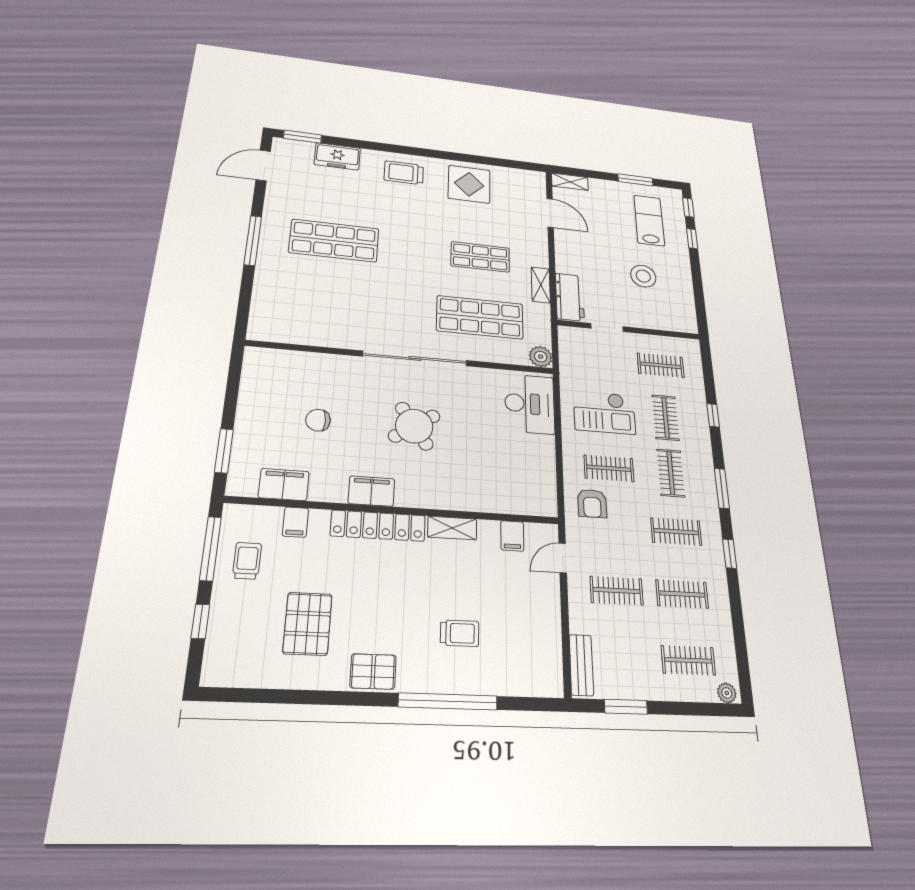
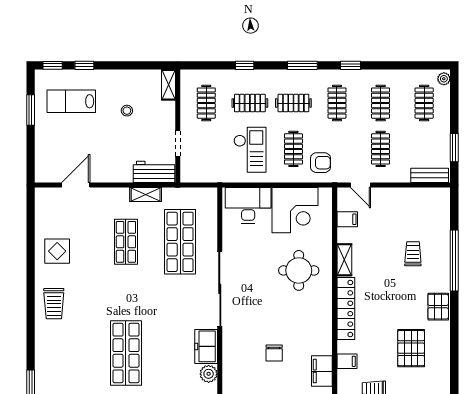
freezer: (337, 156) -> (206, 346), moved, turned 180
shelving: (570, 182) -> (168, 85), moved
display table: (469, 184) -> (57, 251), width x0.73, depth x0.73
stool: (643, 276) -> (127, 111), width x0.53, depth x0.53
plant: (541, 357) -> (209, 374), moved
round table: (414, 426) -> (299, 270), moved, turned 34
corner desk: (524, 464) -> (295, 210), added
filing cabinet: (371, 491) -> (322, 314), removed
pallet: (308, 624) -> (411, 348), turned 90

